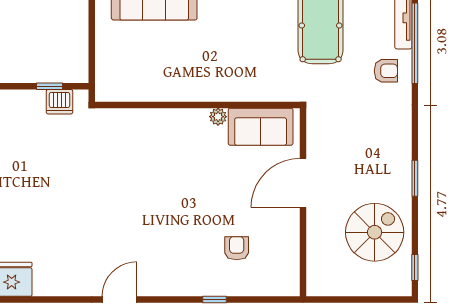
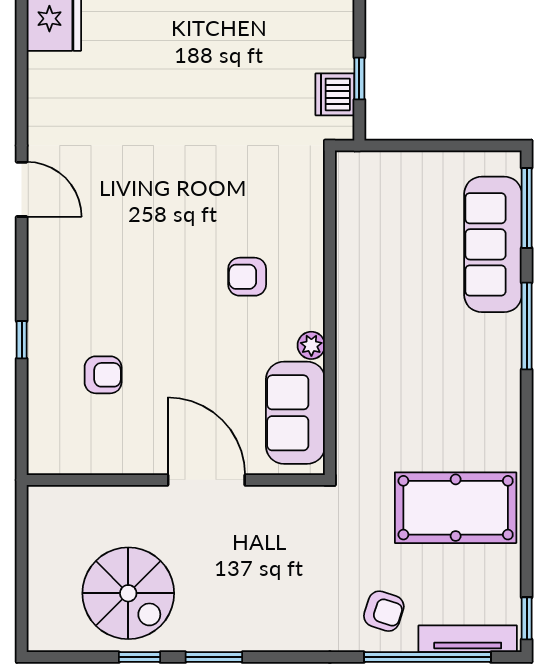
armchair: (386, 71) -> (384, 611), turned -72
armchair: (175, 157) -> (247, 277), added
window: (415, 267) -> (140, 657), moved

